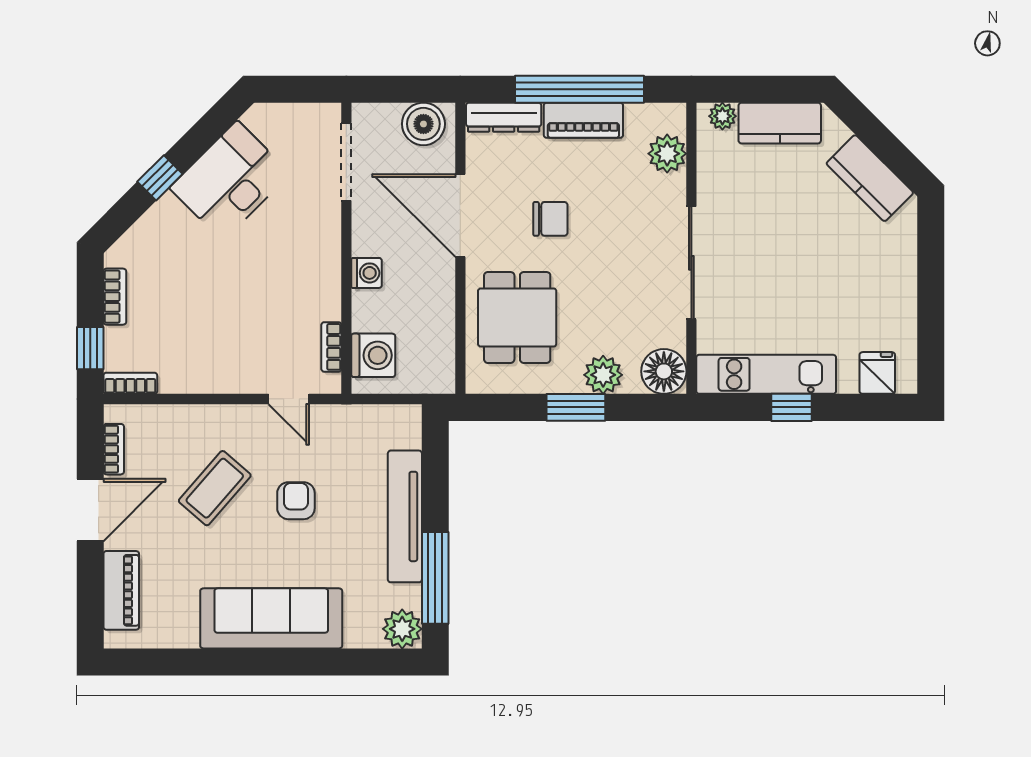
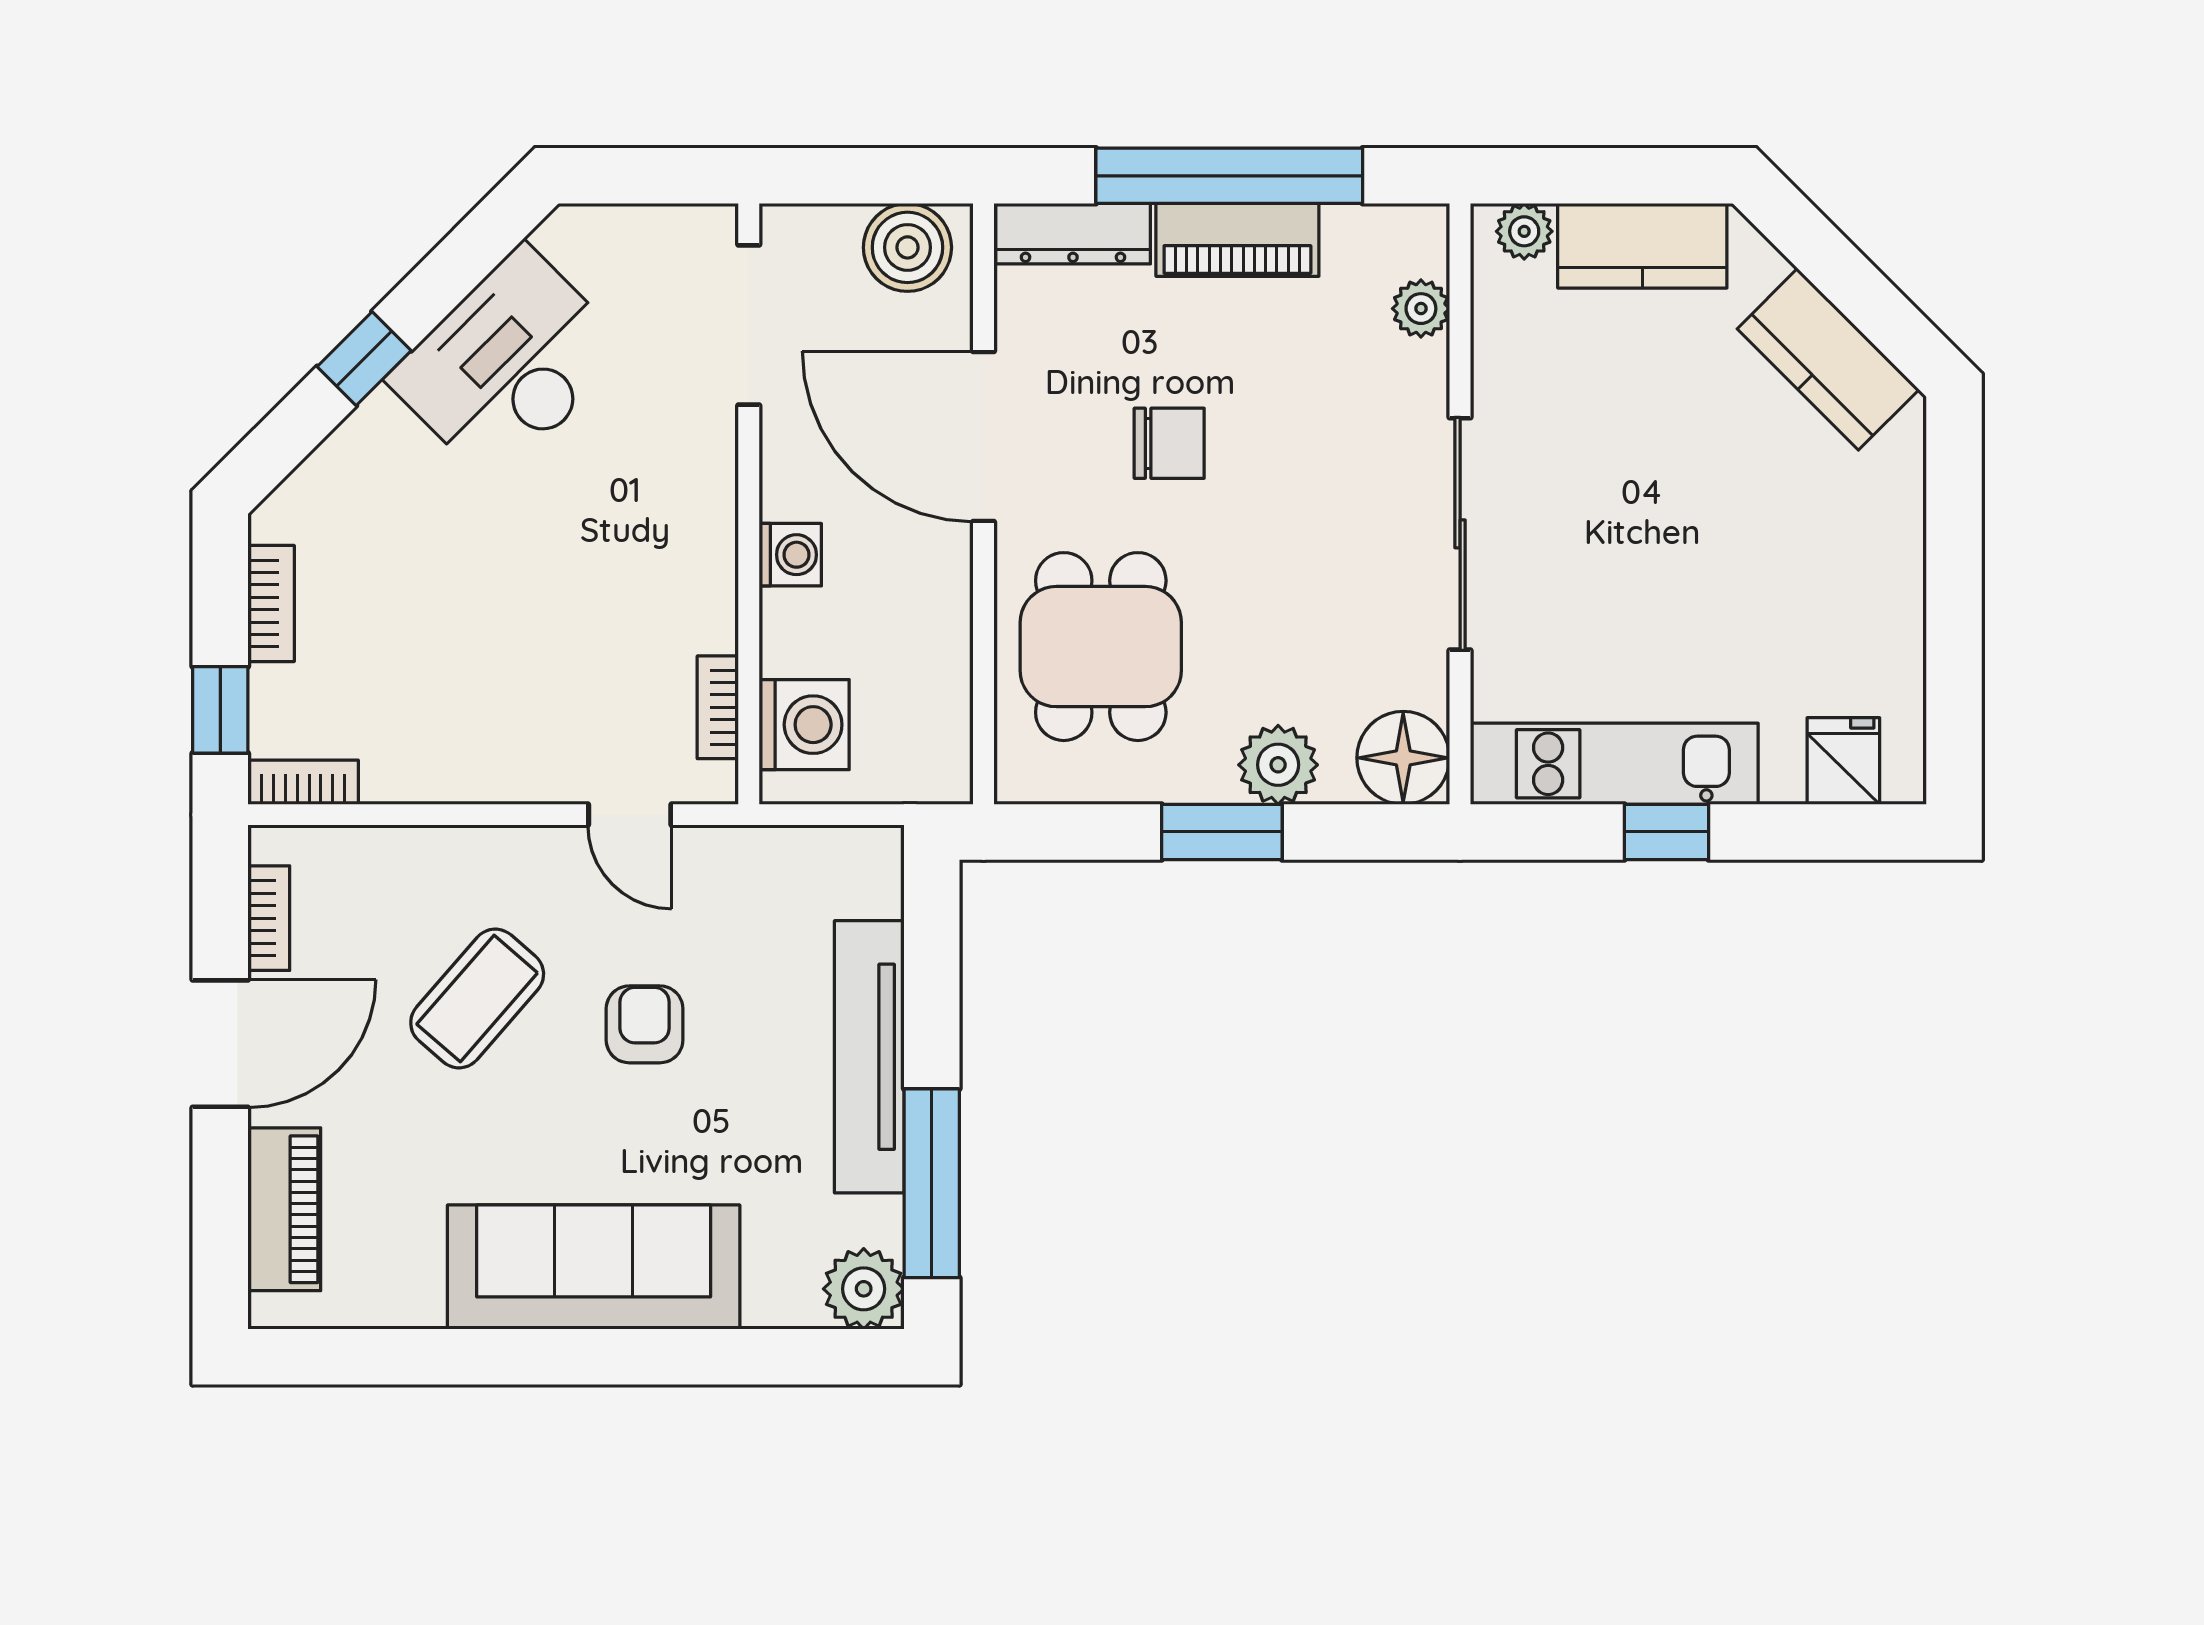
plant: (667, 154) -> (1421, 309), width x0.73, depth x0.73

